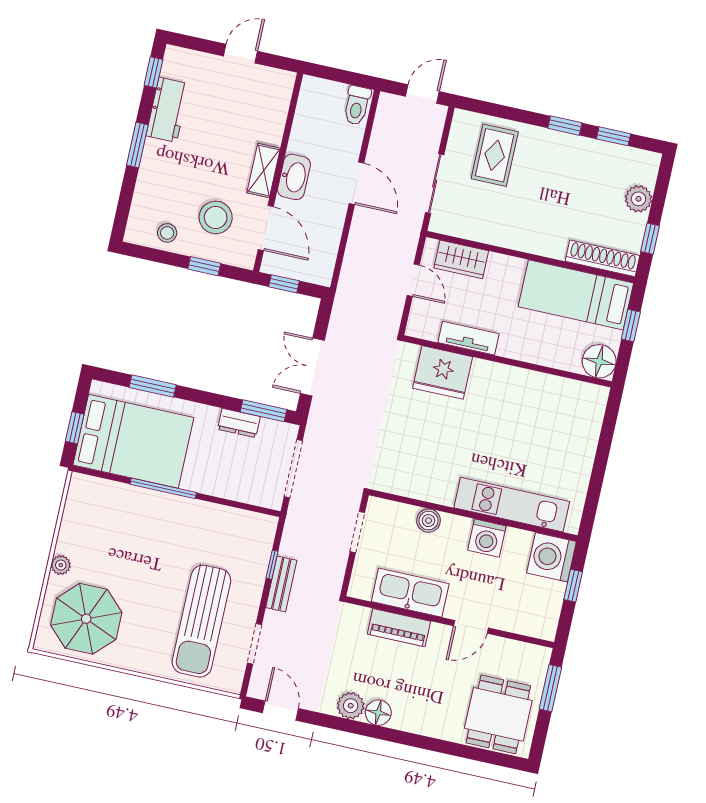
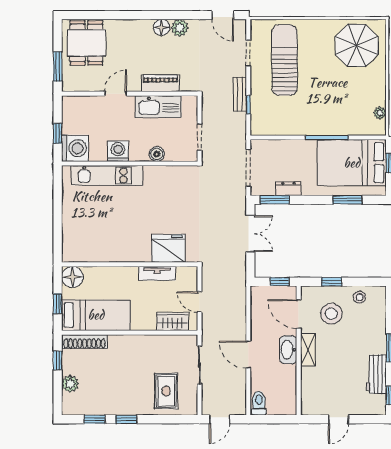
plant: (61, 565) -> (380, 113), moved

